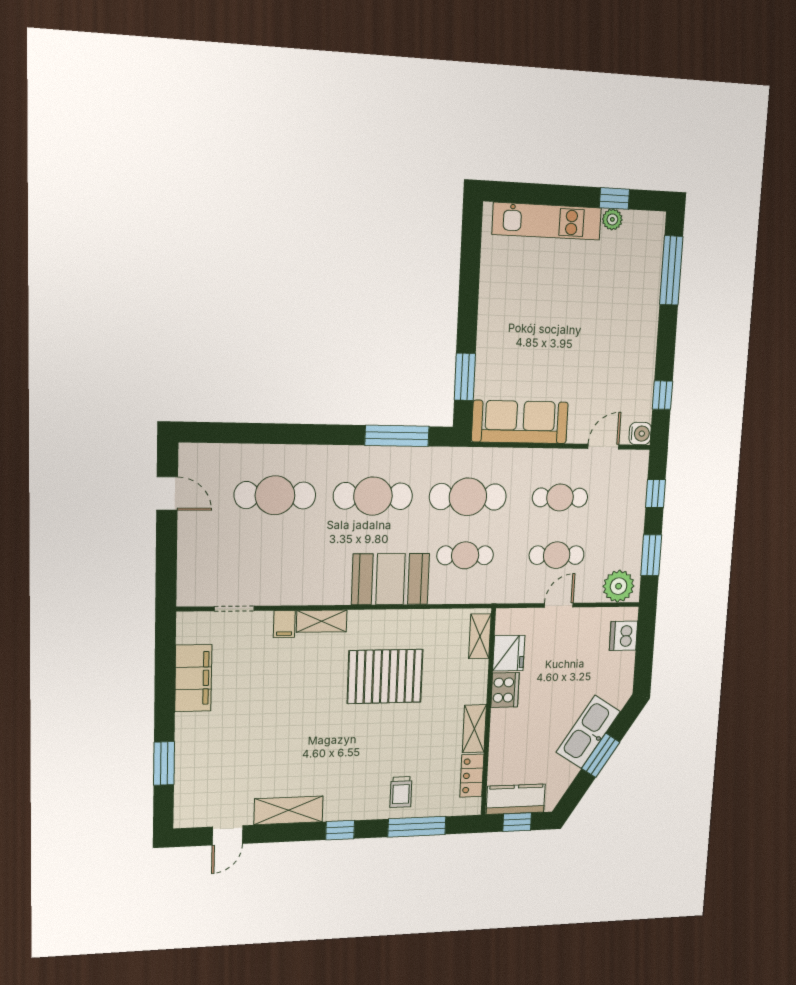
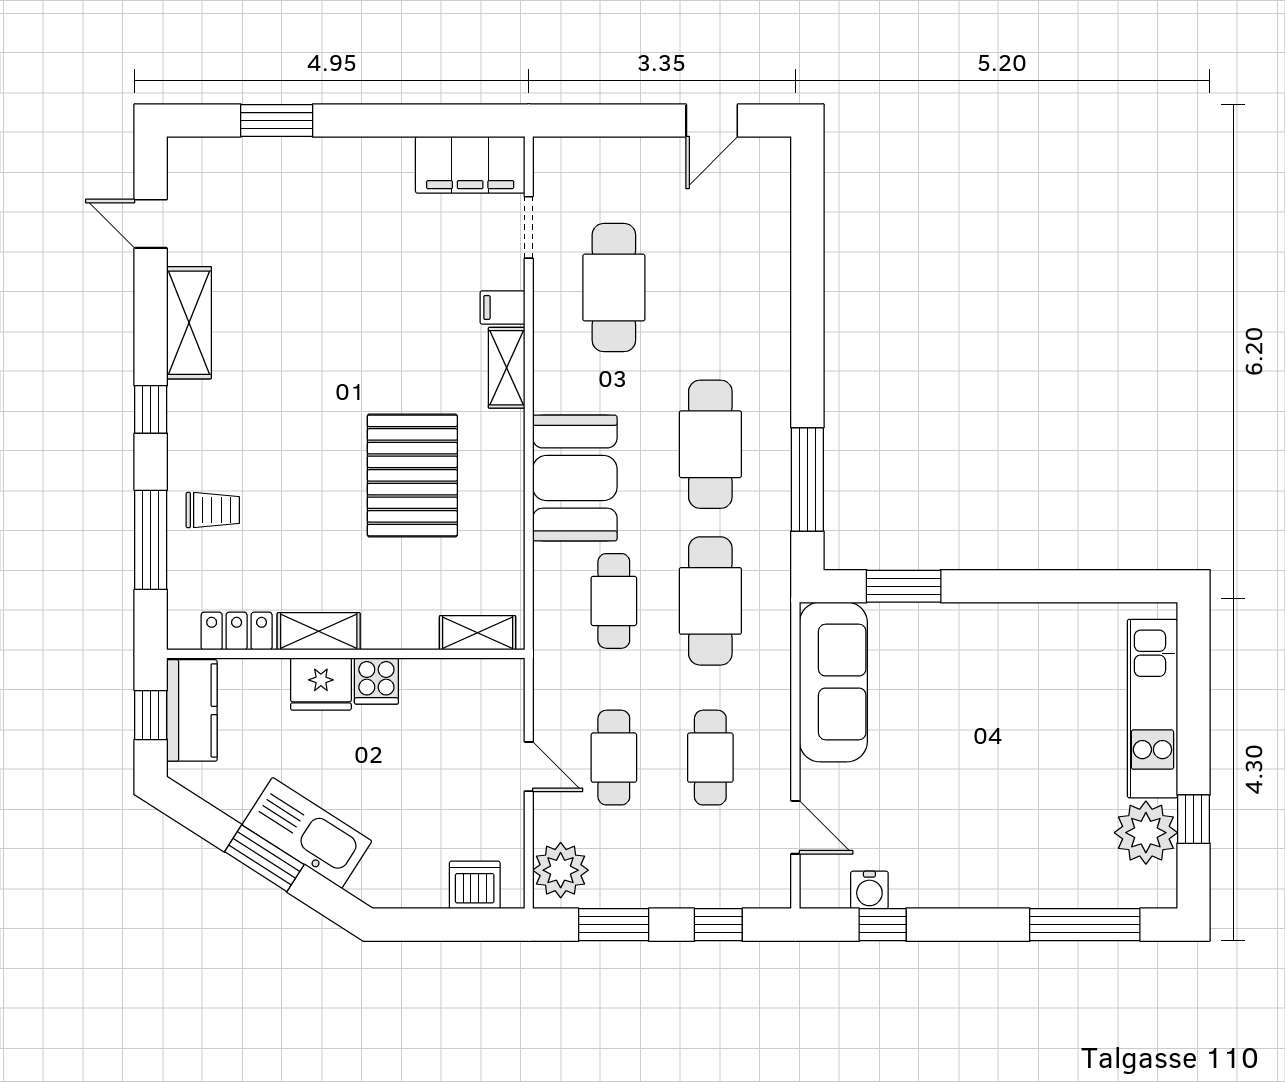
plant: (612, 219) -> (1146, 833), width x1.87, depth x1.87
water cooler: (640, 434) -> (869, 890), moved
cafe table: (275, 495) -> (614, 288), moved
fridge: (509, 653) -> (321, 684), moved
filing cabinet: (193, 678) -> (470, 165), moved
cooker: (505, 690) -> (376, 681), width x0.73
trolley: (401, 792) -> (213, 510), turned 180

